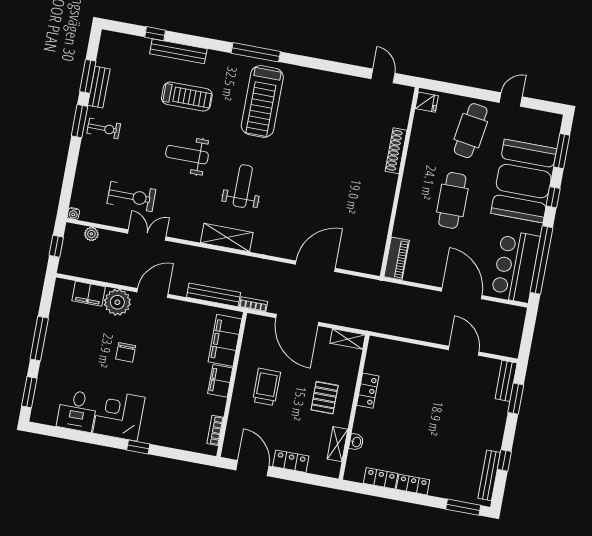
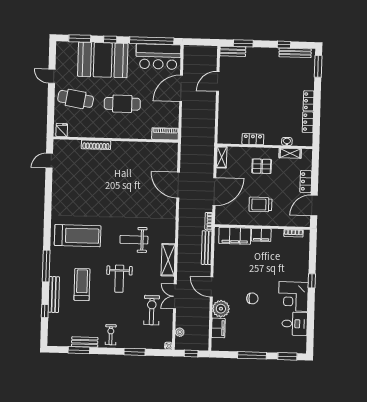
window: (256, 52) -> (46, 266), moved
window: (79, 121) -> (135, 352), moved
shelving: (227, 238) -> (168, 260), moved

